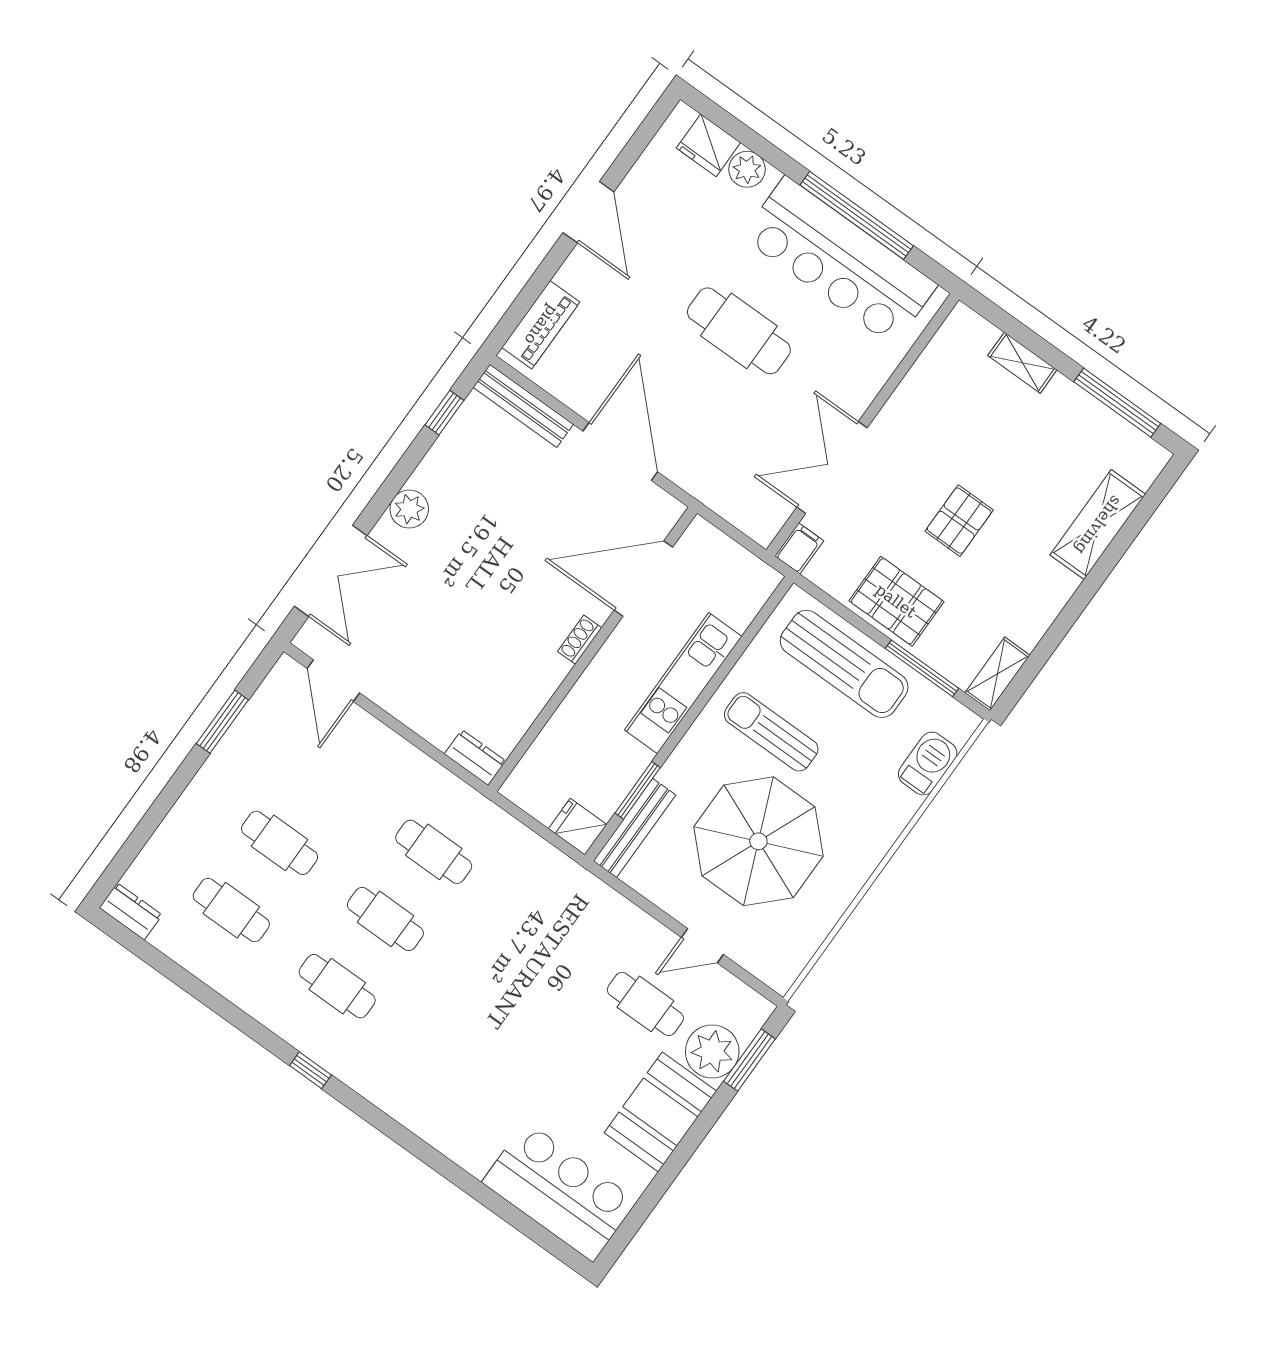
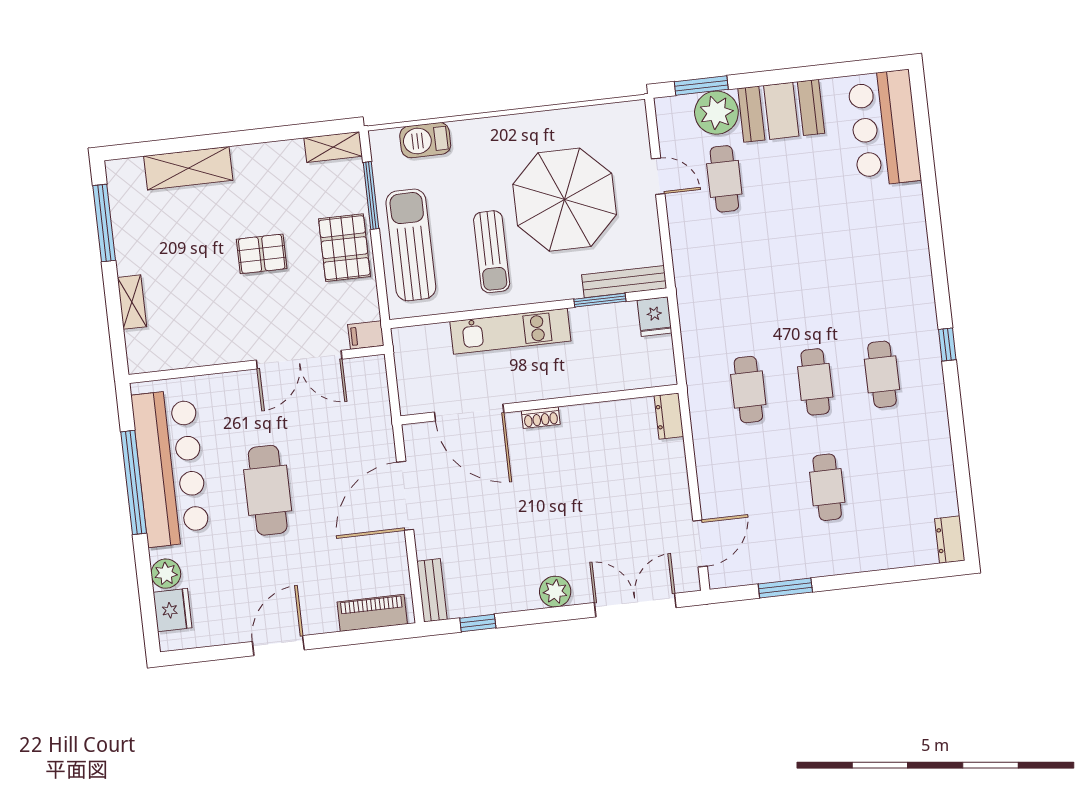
bench: (523, 406) -> (432, 590), width x0.73
cafe table: (231, 910) -> (894, 480), removed

